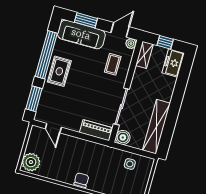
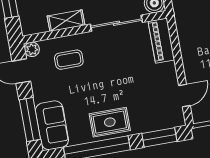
window: (86, 20) -> (30, 120), width x1.44
sofa: (81, 34) -> (52, 125), width x0.73
shelving: (144, 55) -> (66, 21), moved

